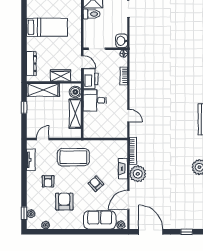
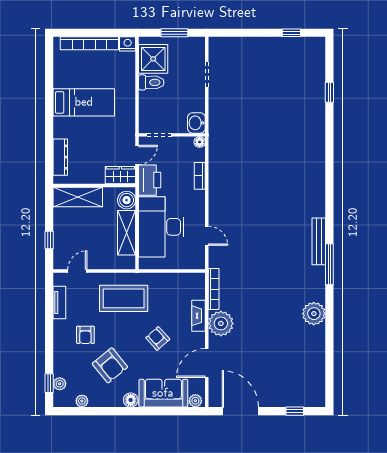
door: (82, 62) -> (137, 155), hinge flipped
wardrobe: (61, 75) -> (120, 175), moved
desk: (95, 100) -> (161, 227), width x1.87, depth x1.30
window: (24, 107) -> (49, 240), moved
armchair: (64, 202) -> (110, 365), turned 141
floor lamp: (78, 224) -> (131, 400), added

